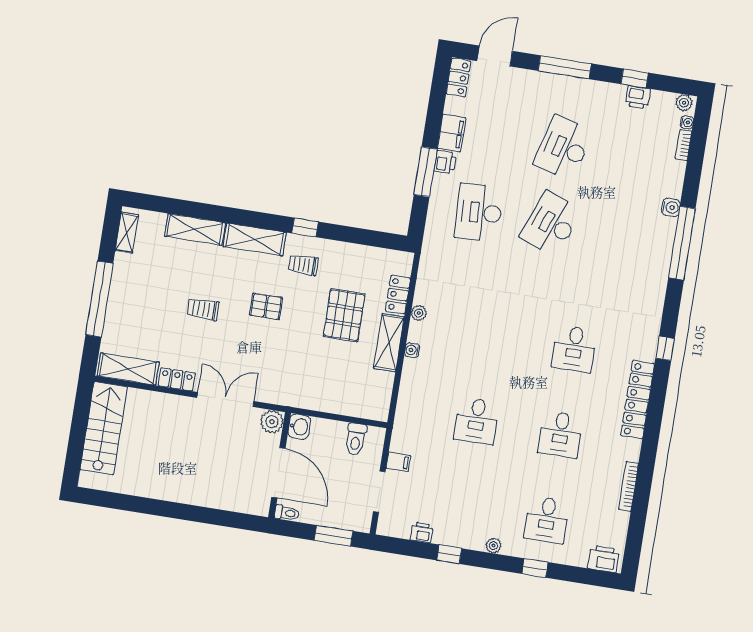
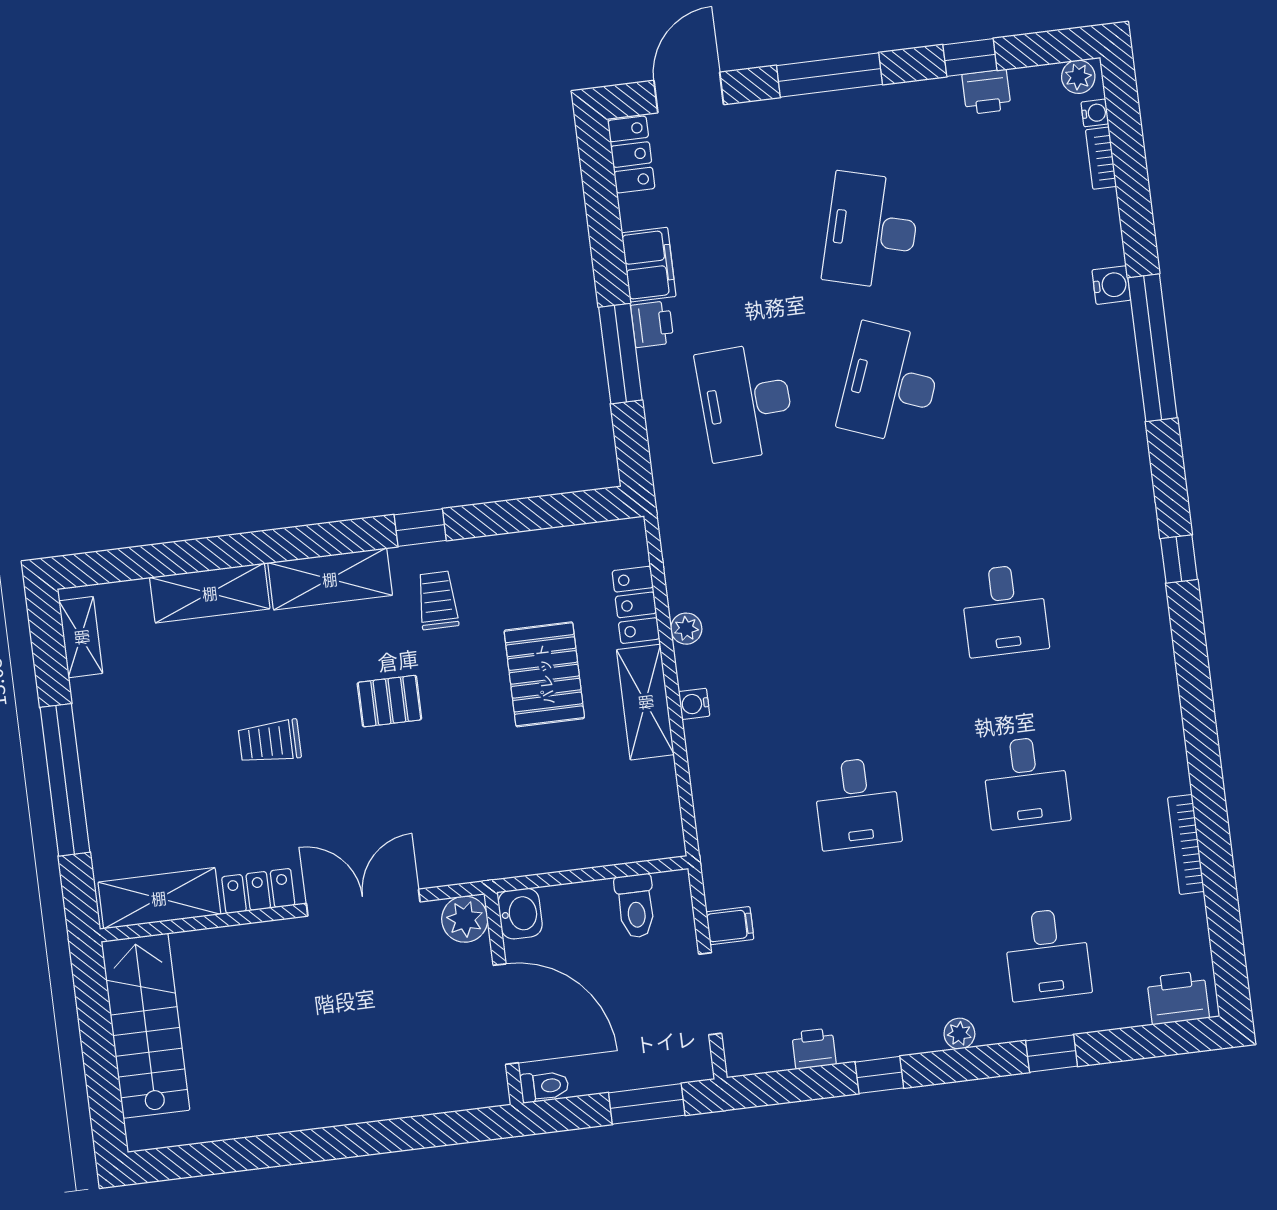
trolley: (303, 265) -> (438, 600), turned 90
locker: (638, 400) -> (1155, 673), removed

